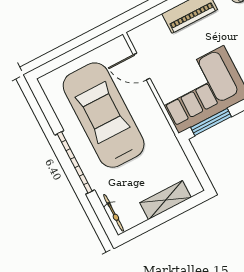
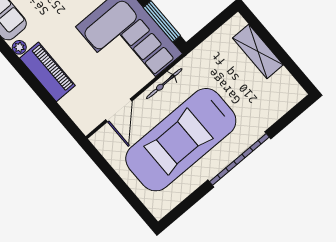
bicycle: (114, 213) -> (164, 84), moved, turned 180

